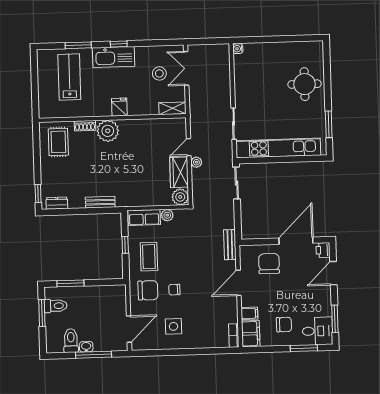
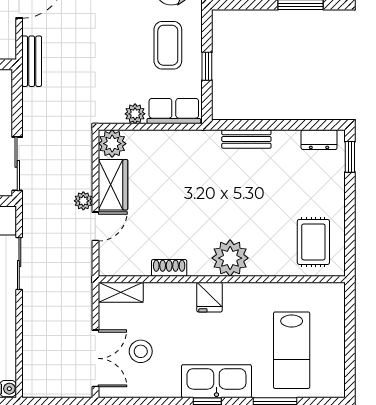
shoe rack: (85, 126) -> (169, 268), moved

